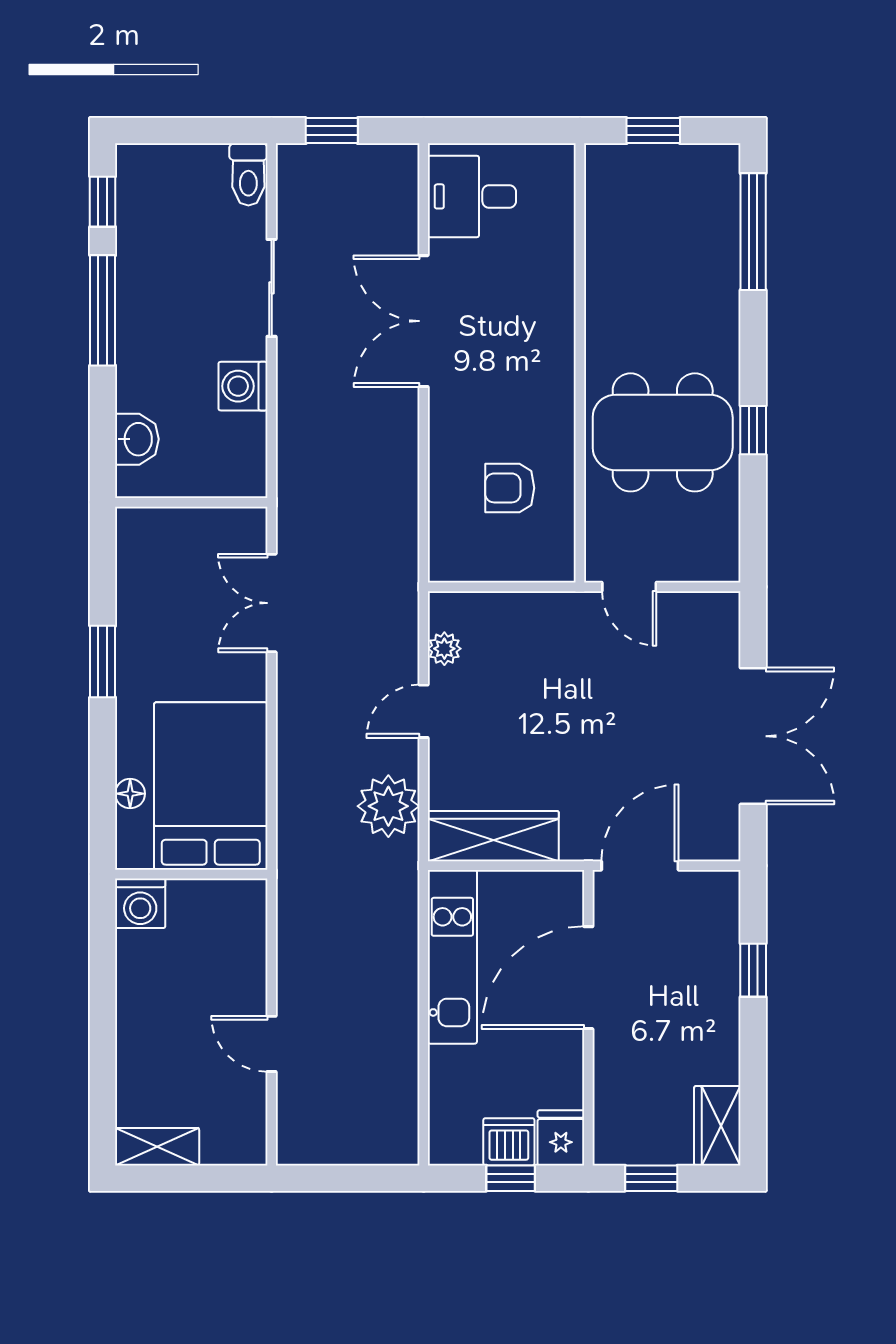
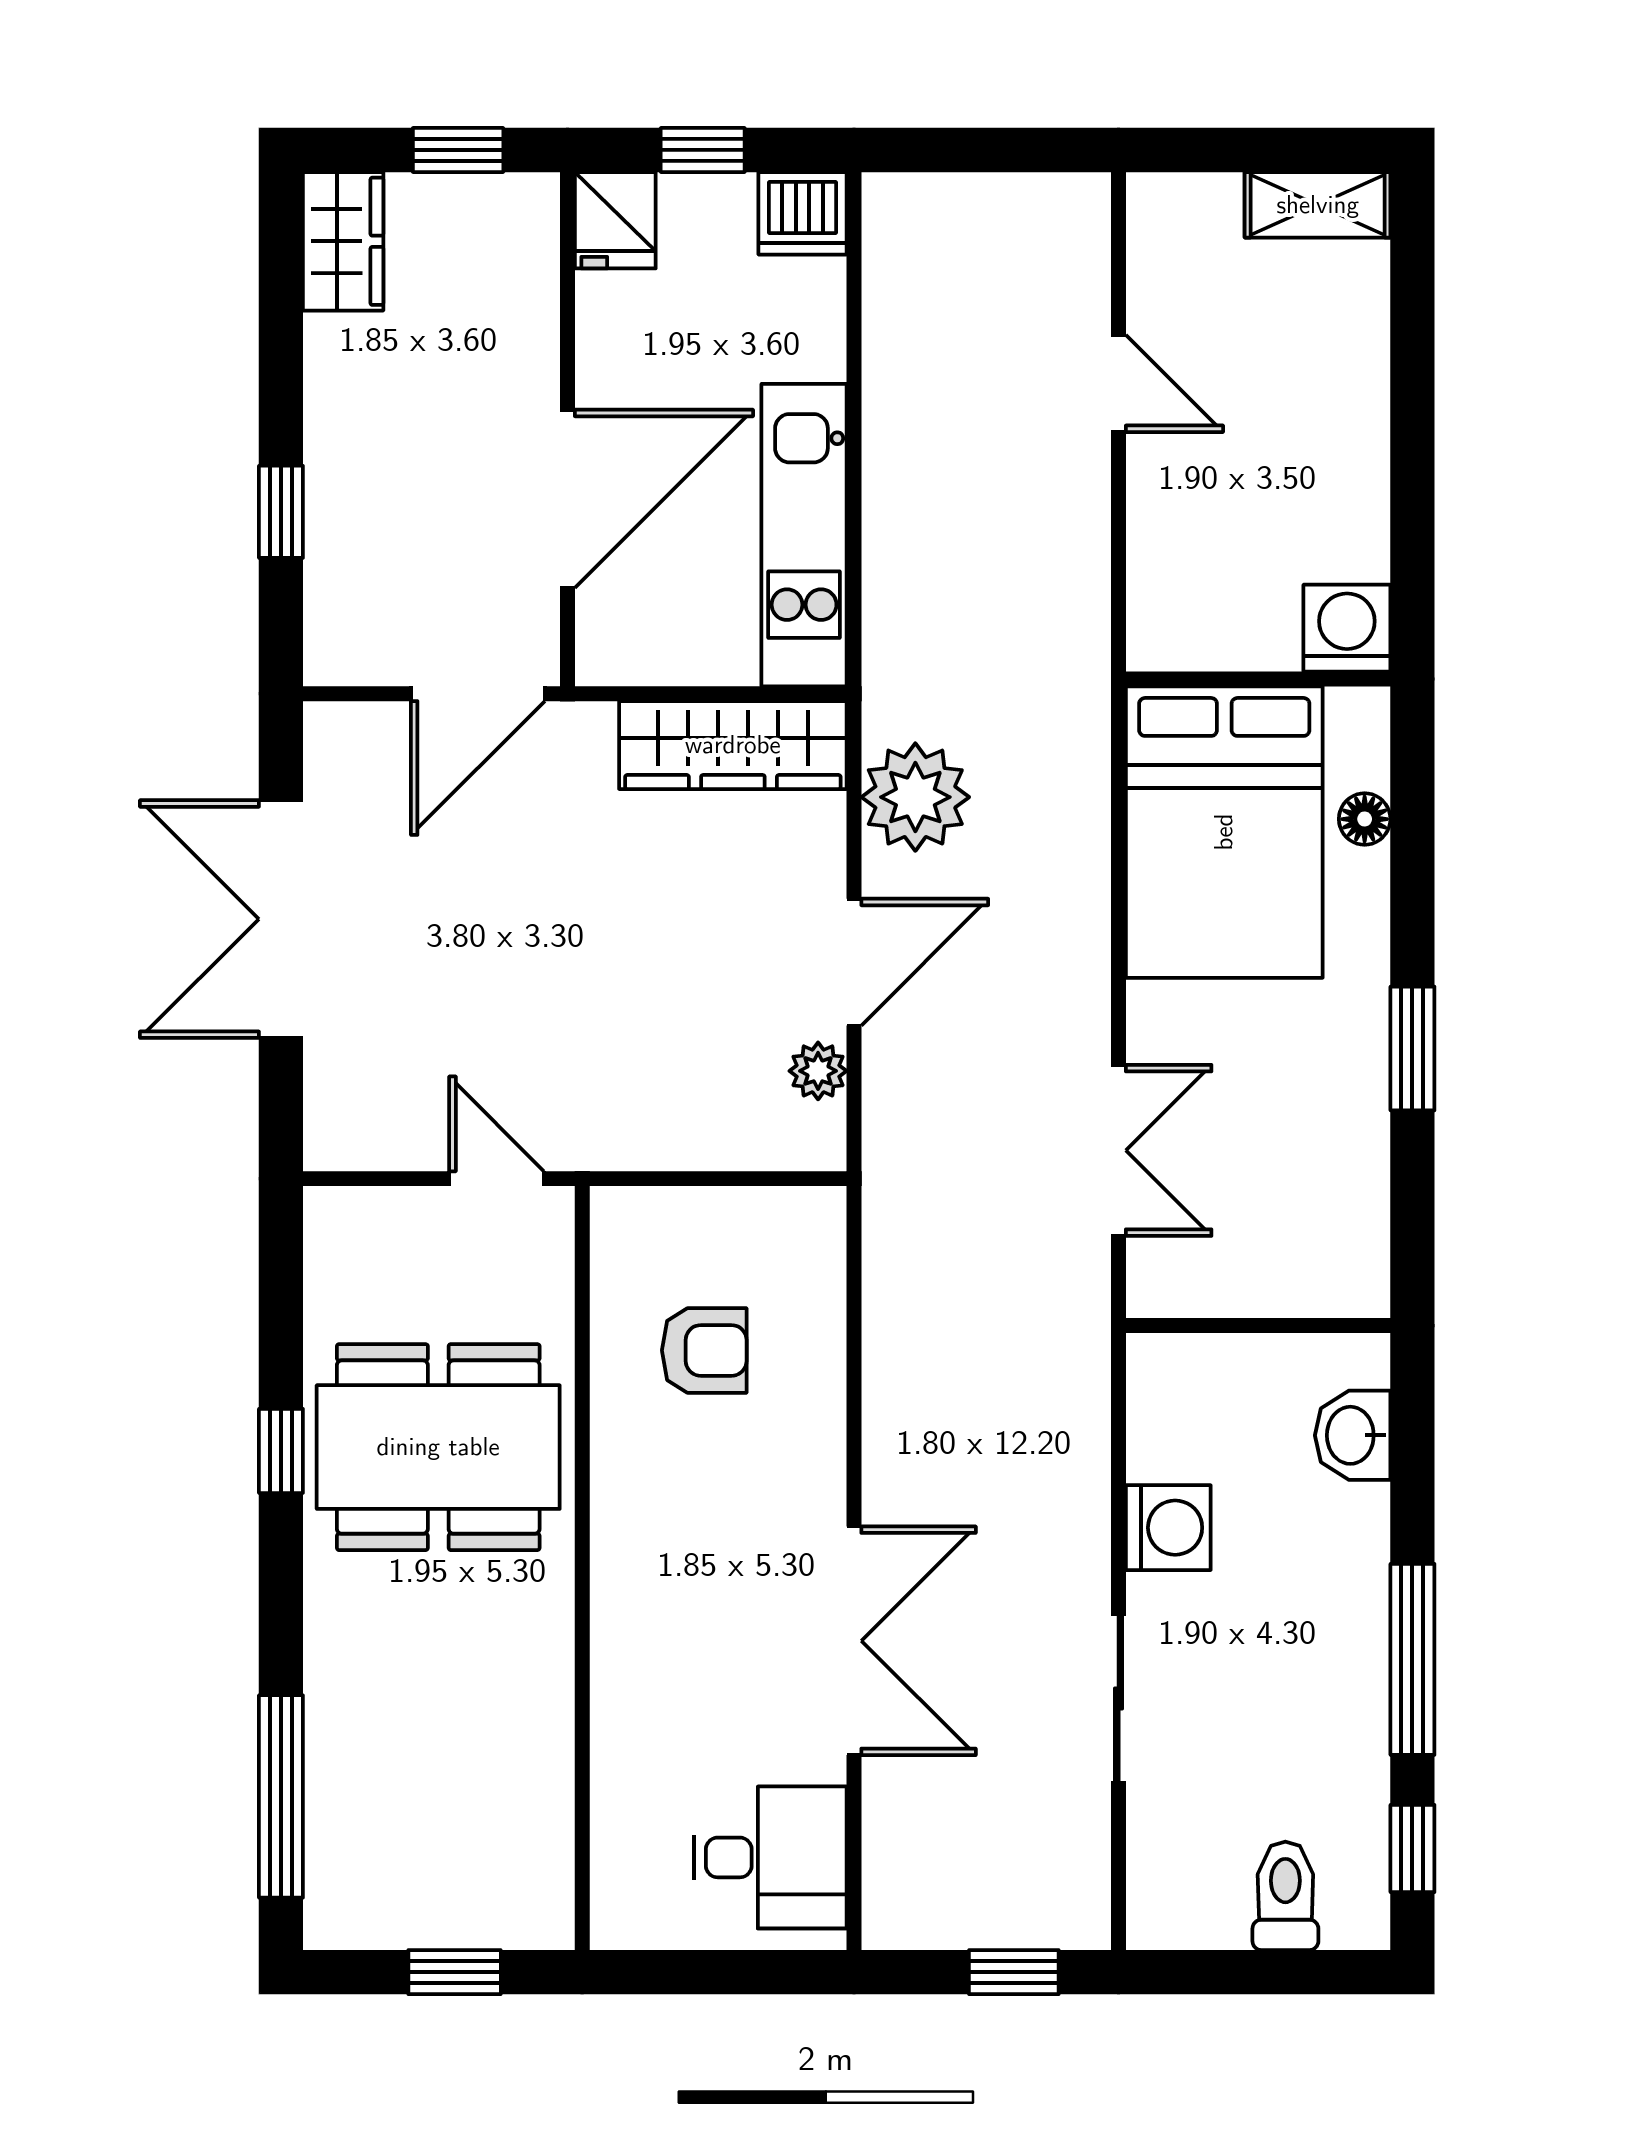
toilet: (248, 174) -> (1285, 1896), moved
door: (424, 711) -> (854, 962), width x1.38
dishwasher: (509, 1142) -> (803, 213), moved

